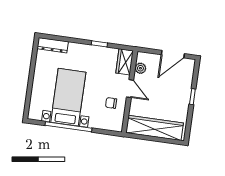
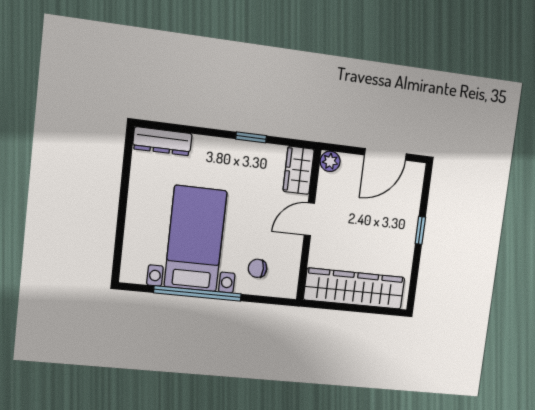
plant: (140, 68) -> (330, 161), moved
door: (130, 89) -> (309, 219), swing flipped
chair: (111, 103) -> (257, 268), moved

